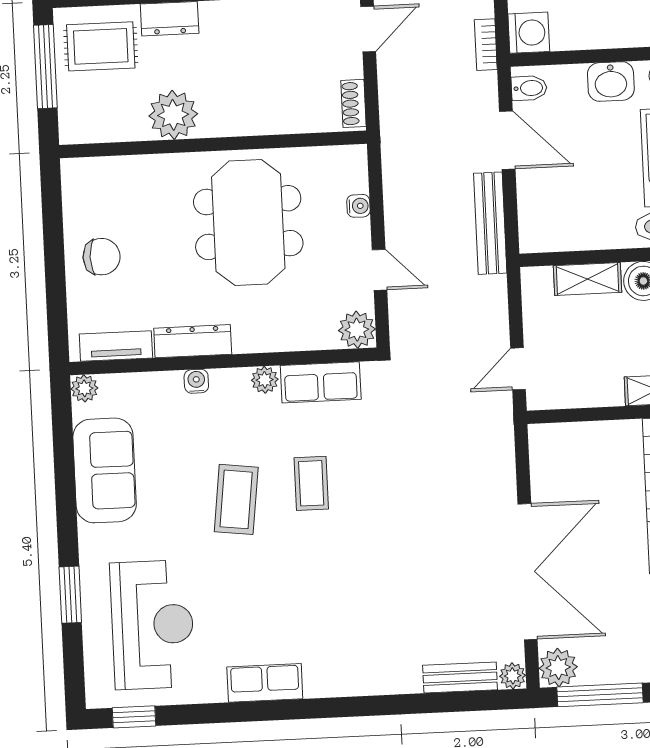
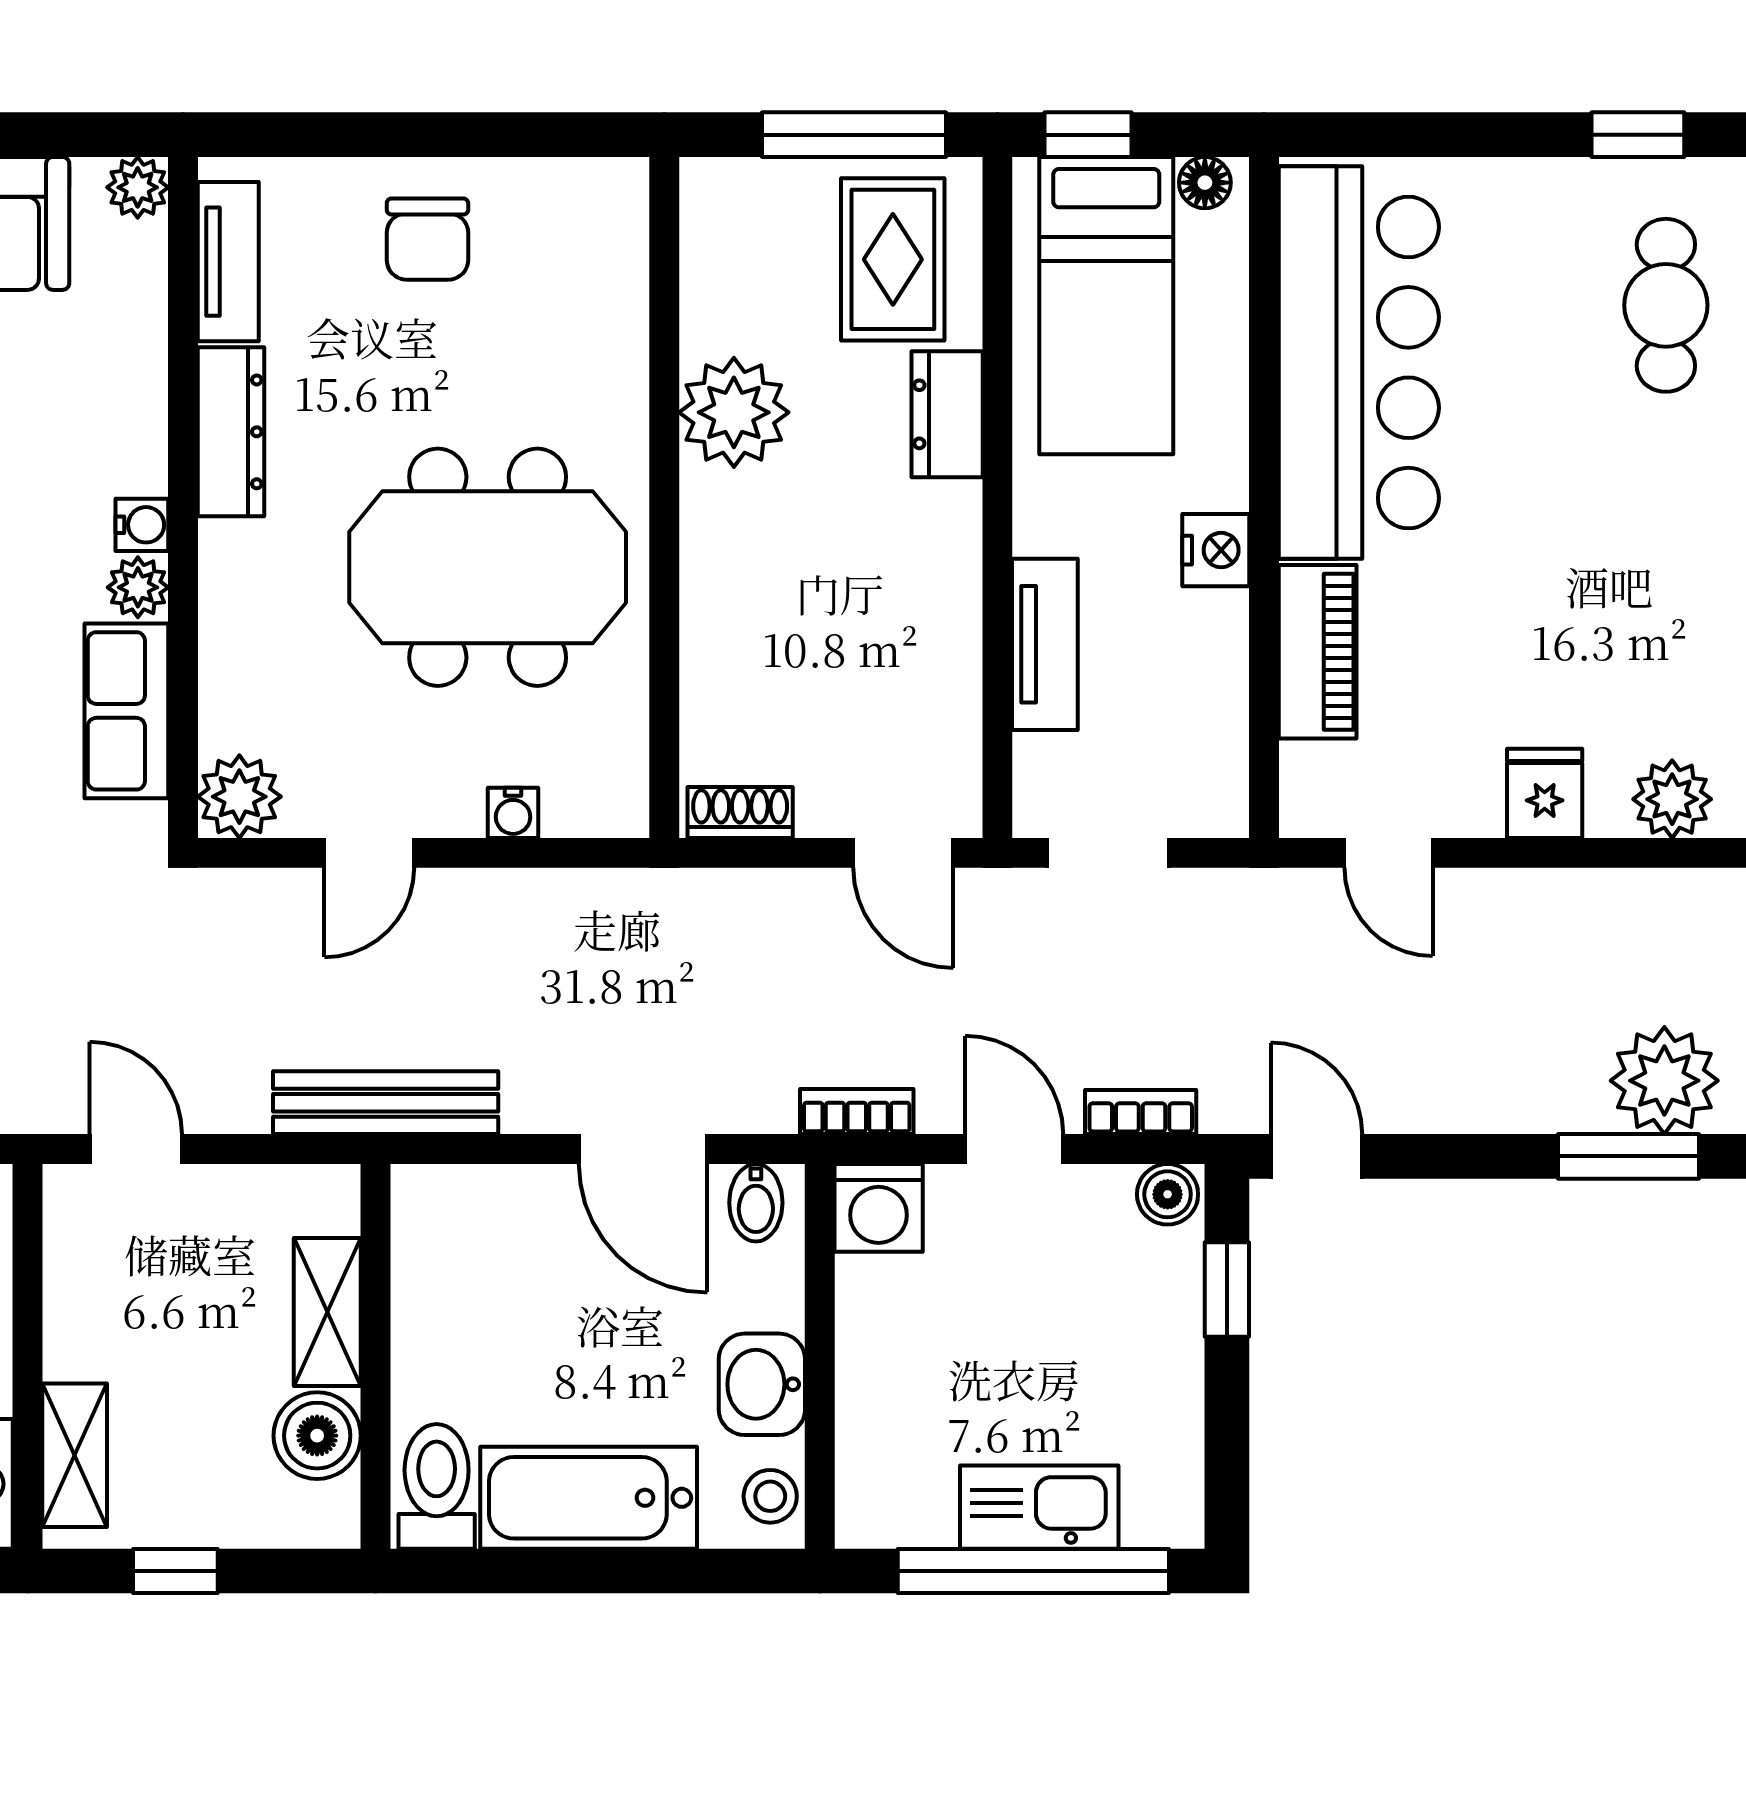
door: (507, 140) -> (643, 1149), hinge flipped
bench: (490, 223) -> (386, 1103), moved
water cooler: (196, 381) -> (142, 525), moved

